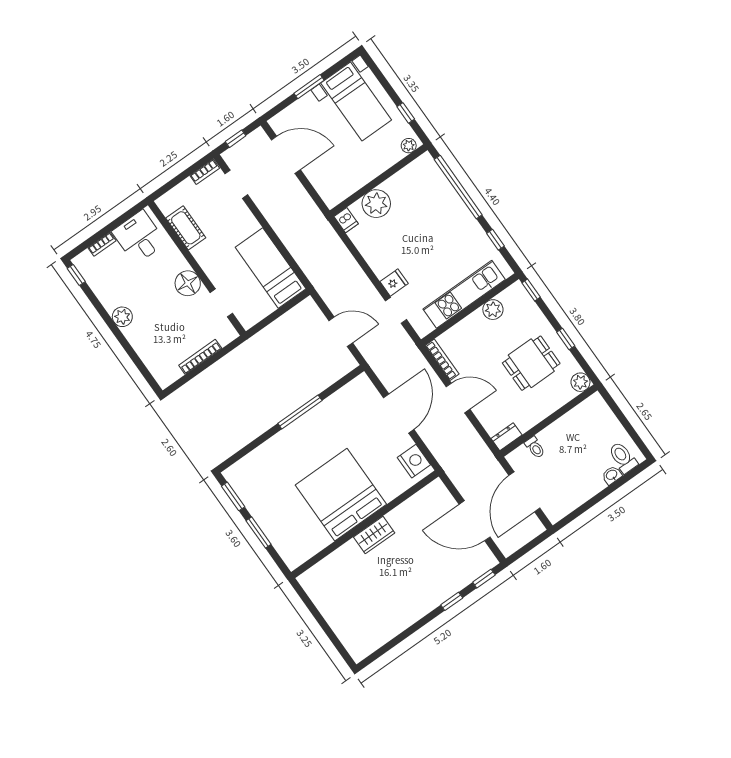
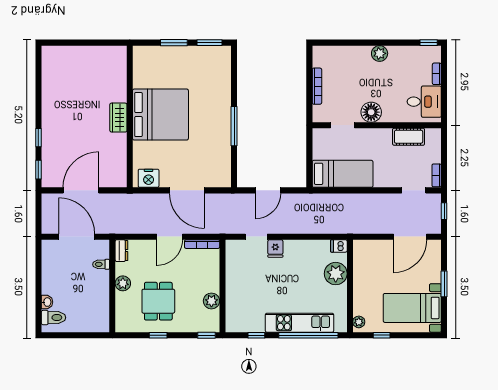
kitchen unit: (464, 294) -> (300, 323), moved, turned -90
plant: (580, 382) -> (123, 283), moved

